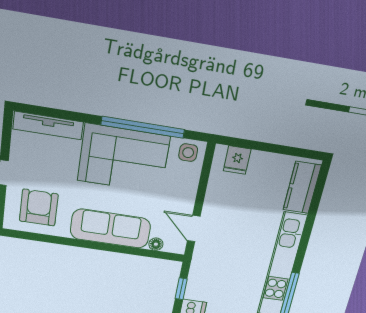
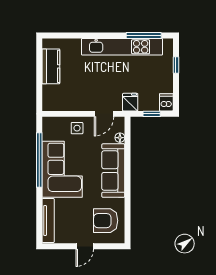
side table: (188, 153) -> (77, 128), moved
fridge: (237, 160) -> (130, 102), moved, turned -90
kitchen counter: (302, 188) -> (51, 66), moved, turned -90

